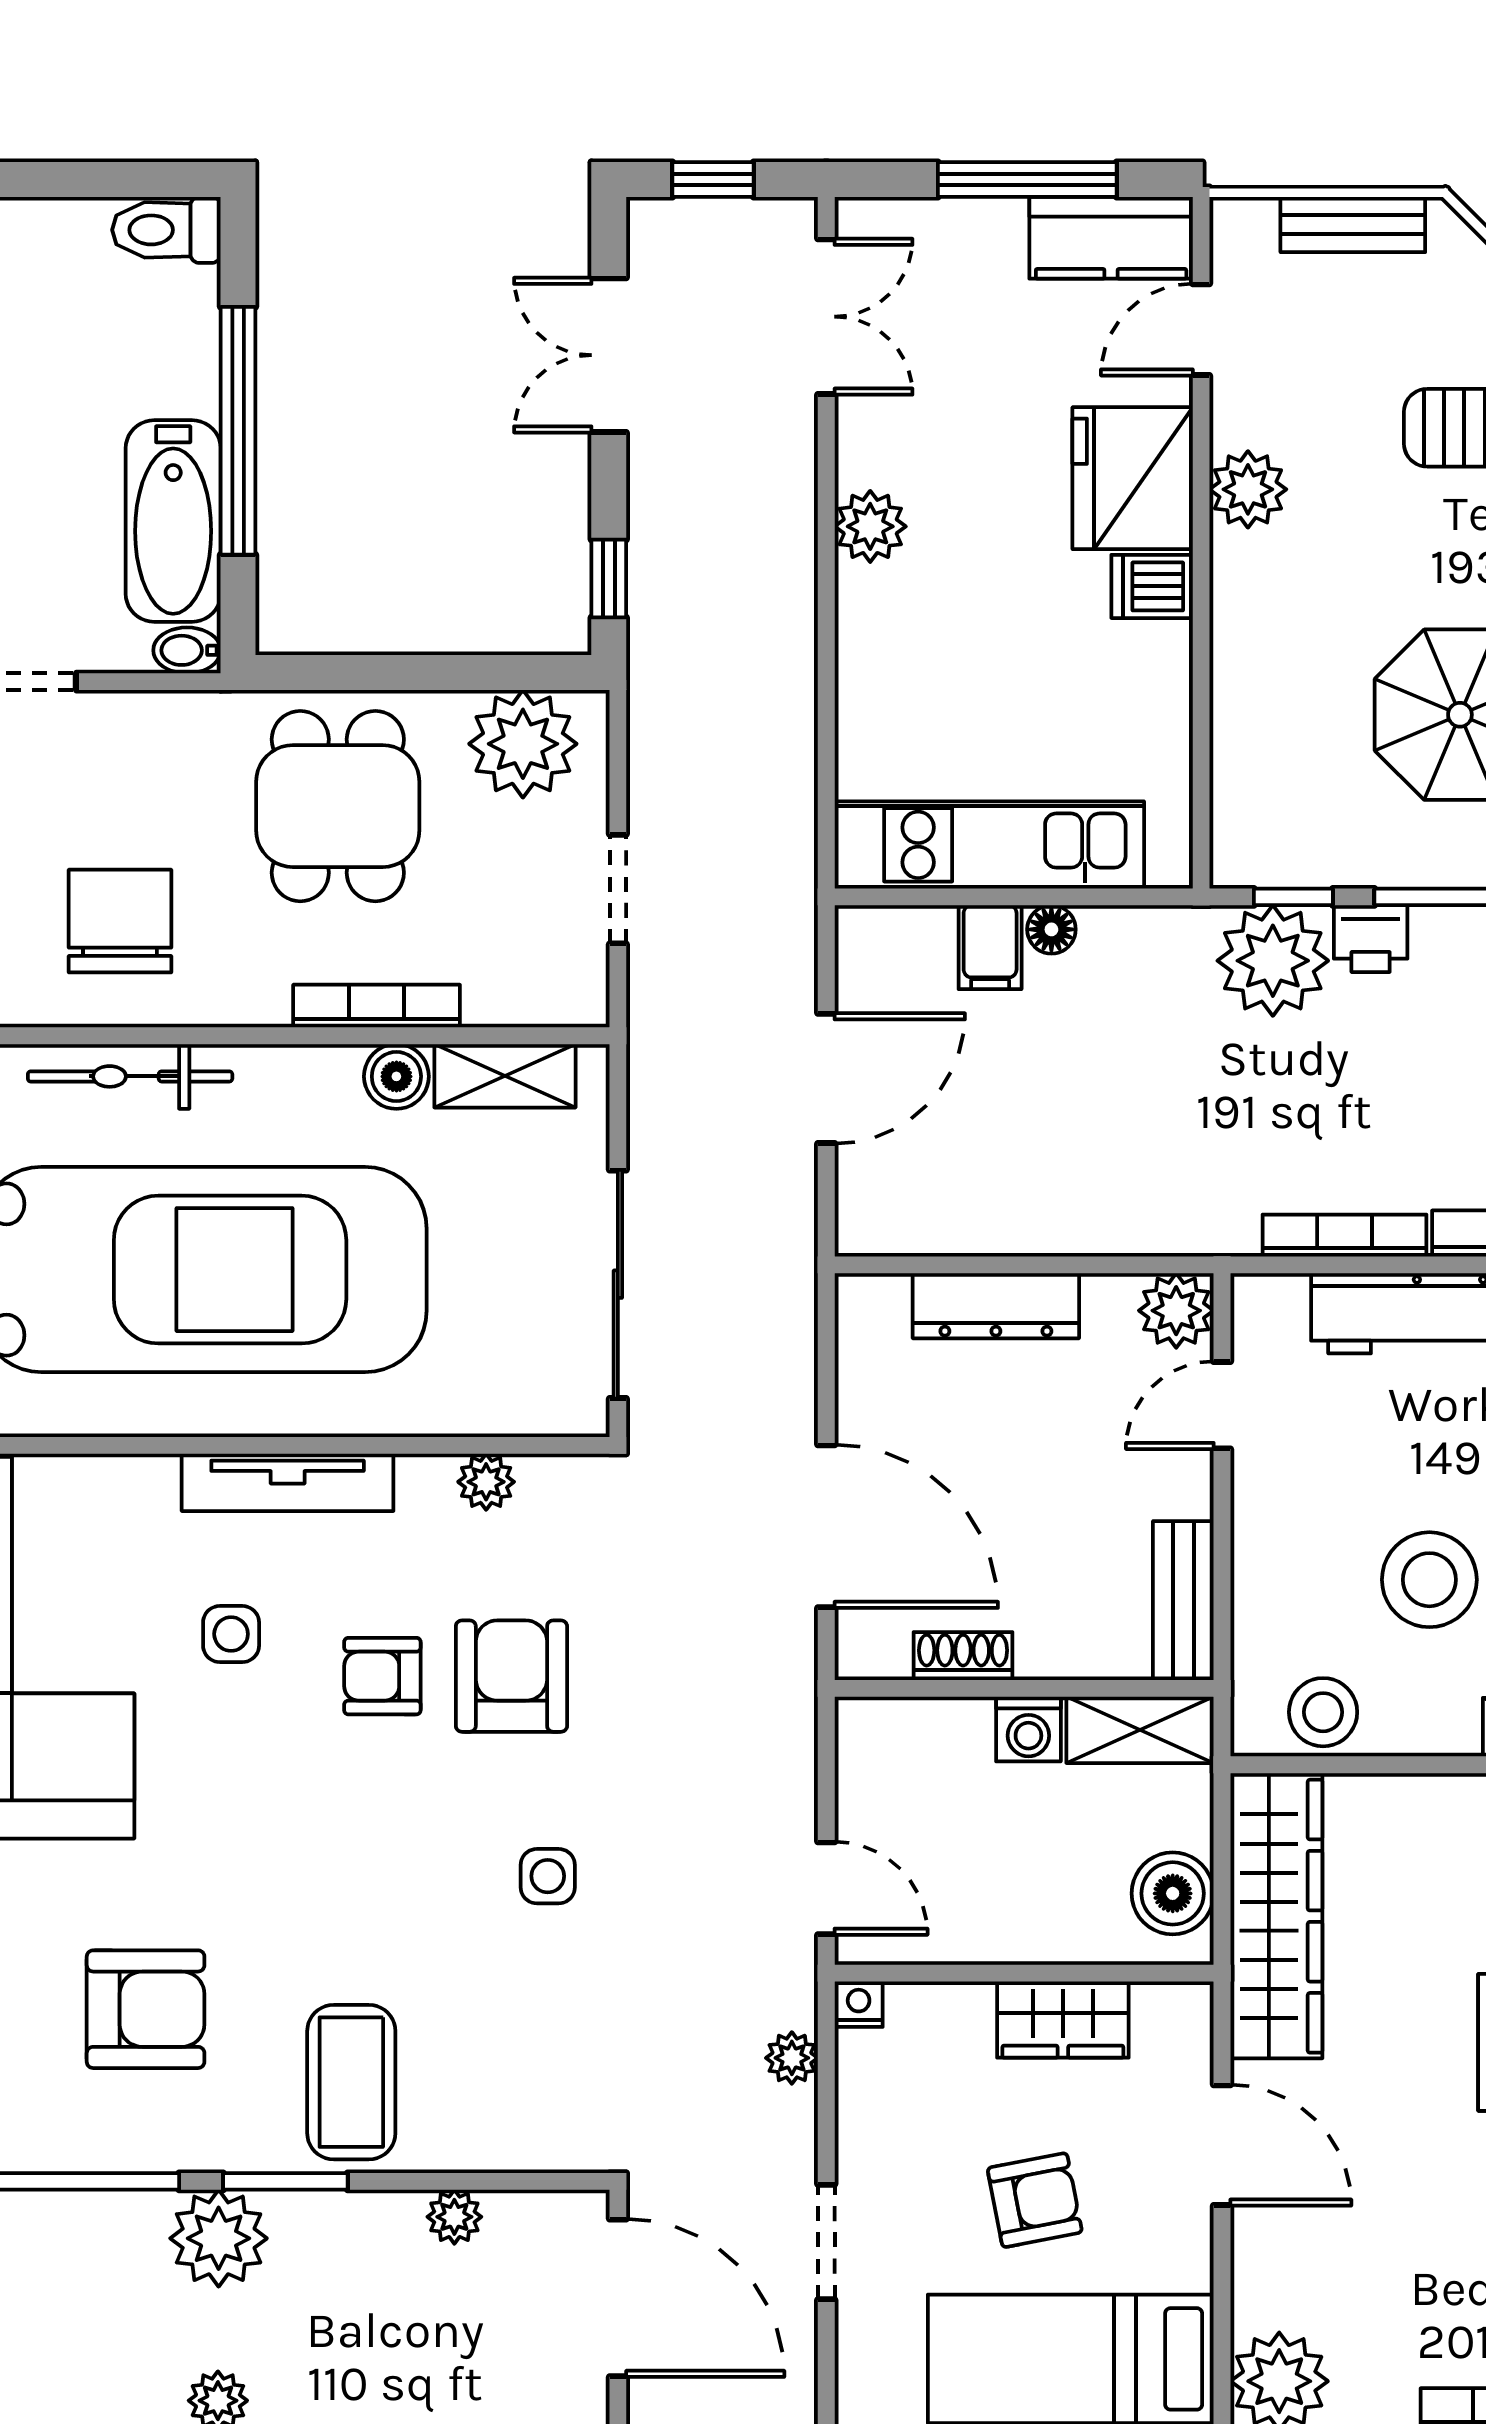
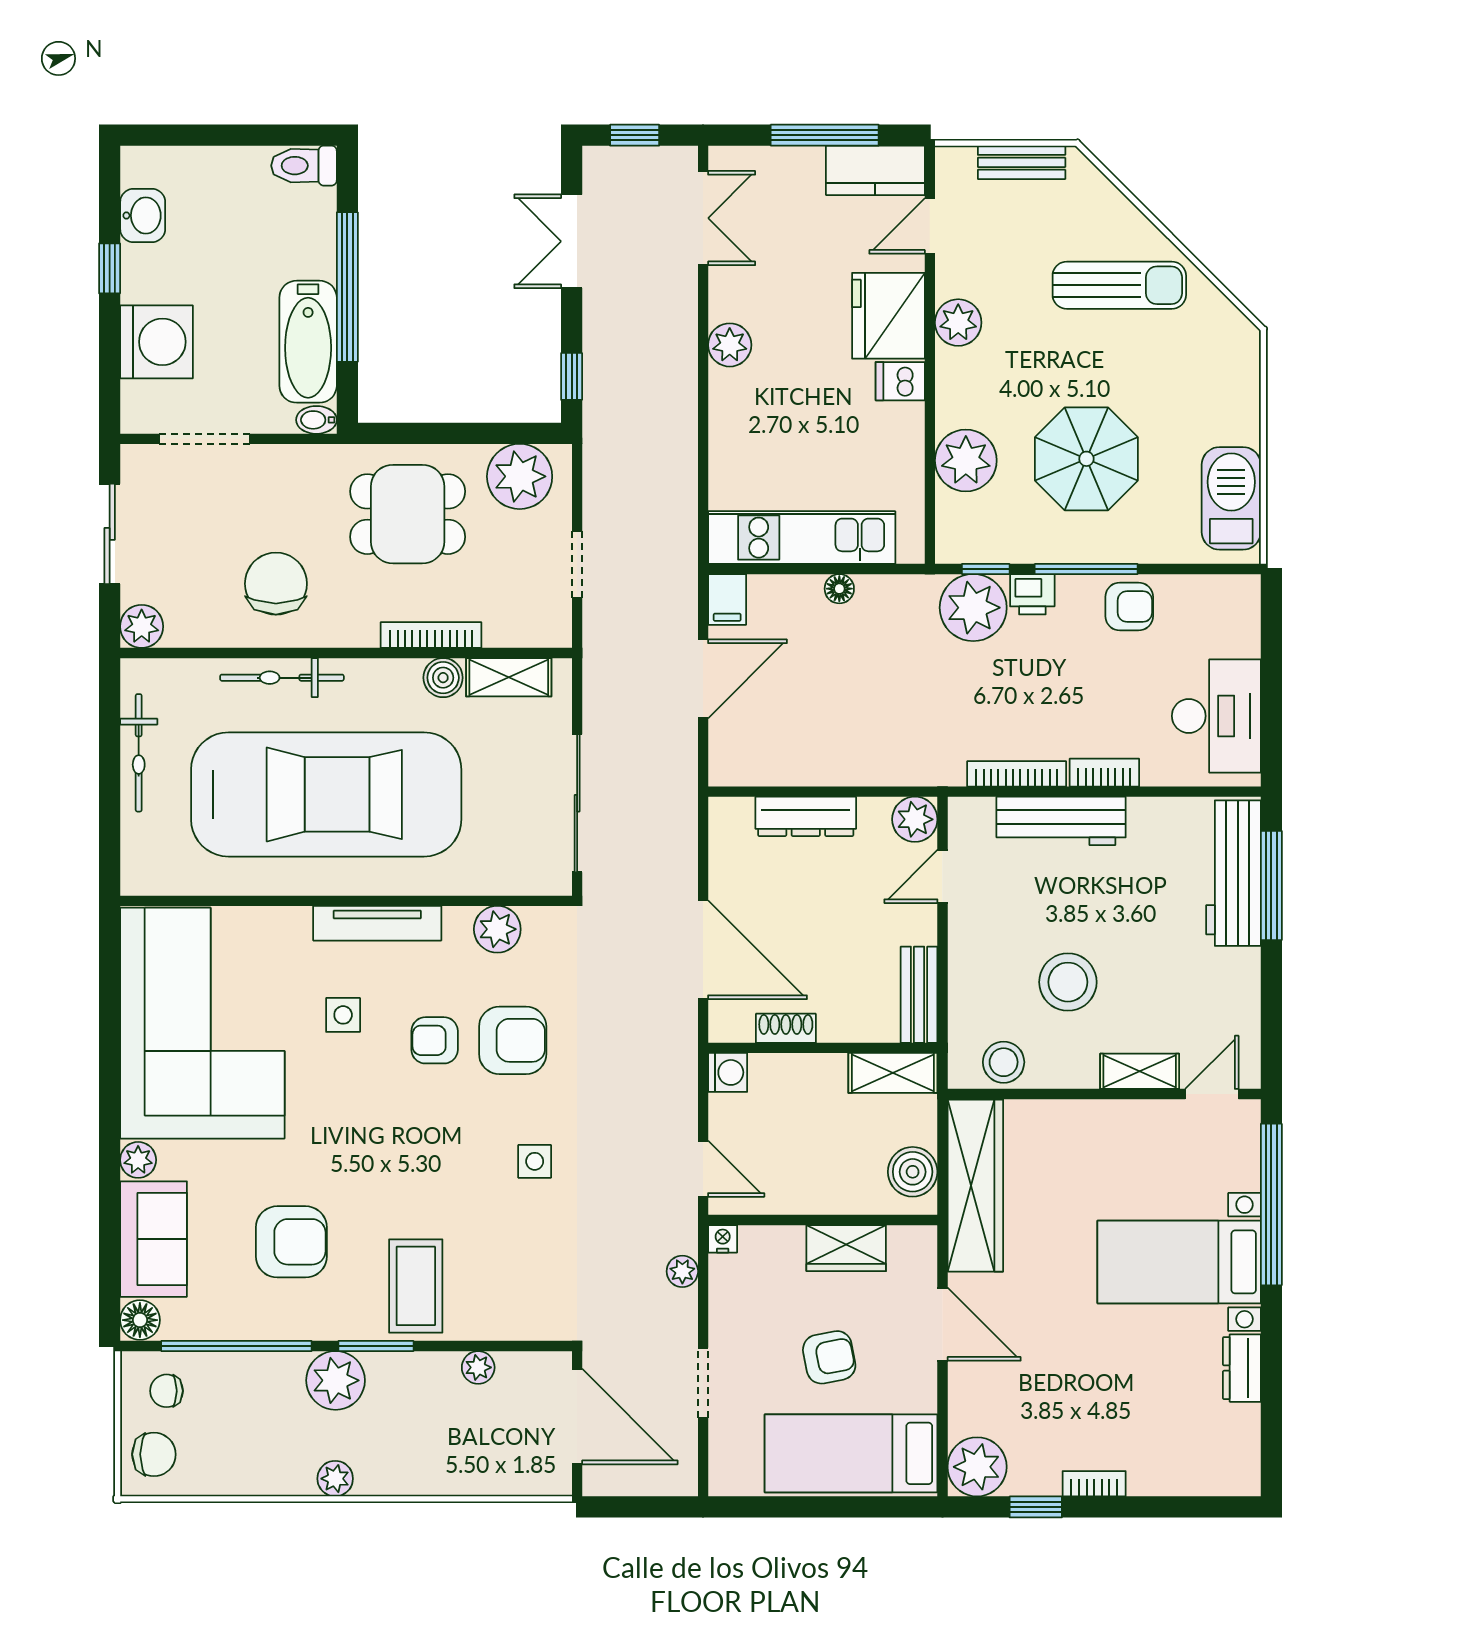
plant: (1261, 717) -> (966, 460), added
dining table: (338, 806) -> (408, 514), turned 90
filing cabinet: (990, 947) -> (727, 599), moved
plant: (486, 1482) -> (497, 929), width x1.38, depth x1.38
armchair: (511, 1676) -> (513, 1040), turned 90
washing machine: (1028, 1729) -> (728, 1072), moved, turned -90

